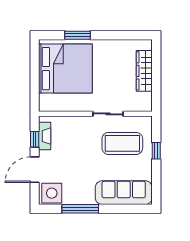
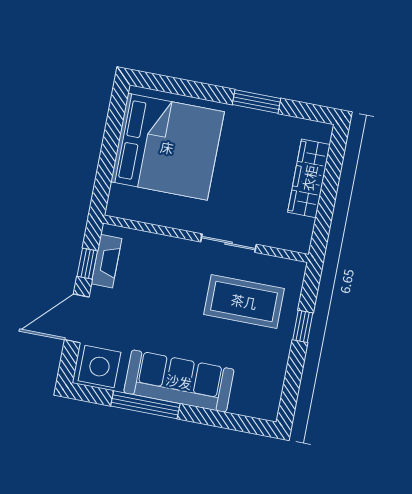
window: (78, 35) -> (256, 102), moved
sofa: (124, 193) -> (179, 381), moved

